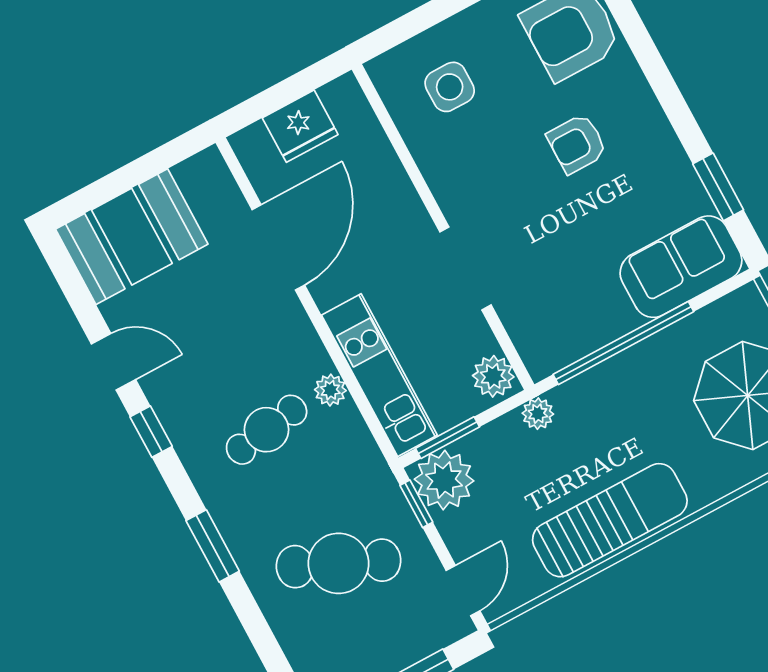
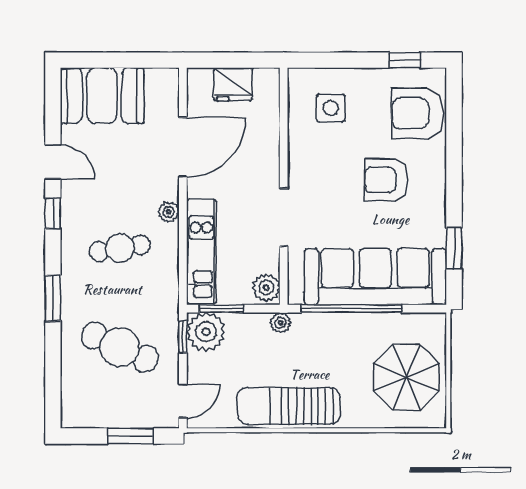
armchair: (577, 144) -> (386, 180), width x1.38, depth x1.38
sofa: (681, 267) -> (375, 277), width x1.85, depth x1.27
plant: (330, 390) -> (169, 212), moved
sun lounger: (610, 520) -> (289, 406), turned 180

